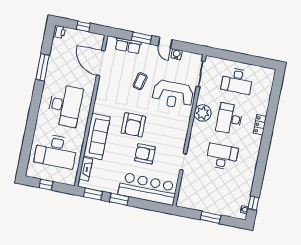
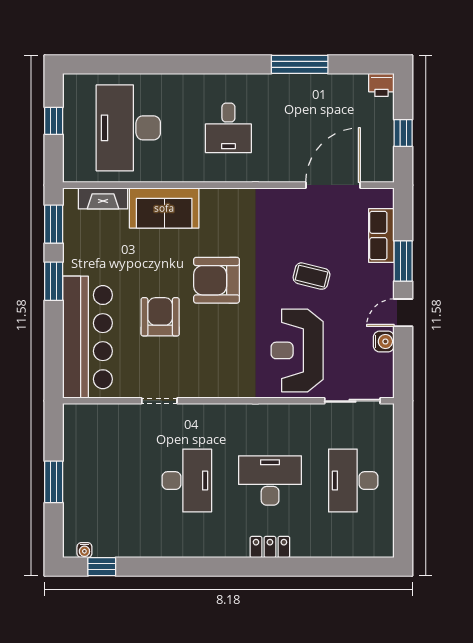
desk: (65, 106) -> (228, 128), width x0.53, depth x0.77
plant: (203, 113) -> (271, 421), removed
sofa: (97, 136) -> (164, 208), width x0.73

